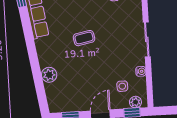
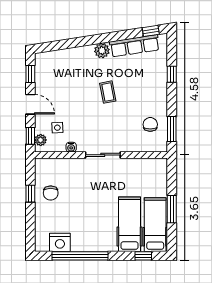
plant: (49, 75) -> (102, 51), moved

